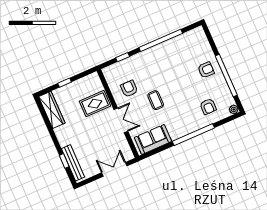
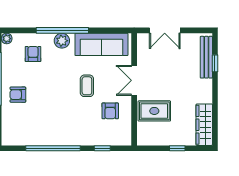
plant: (190, 127) -> (62, 41), added
sofa: (153, 139) -> (101, 44), width x1.36

